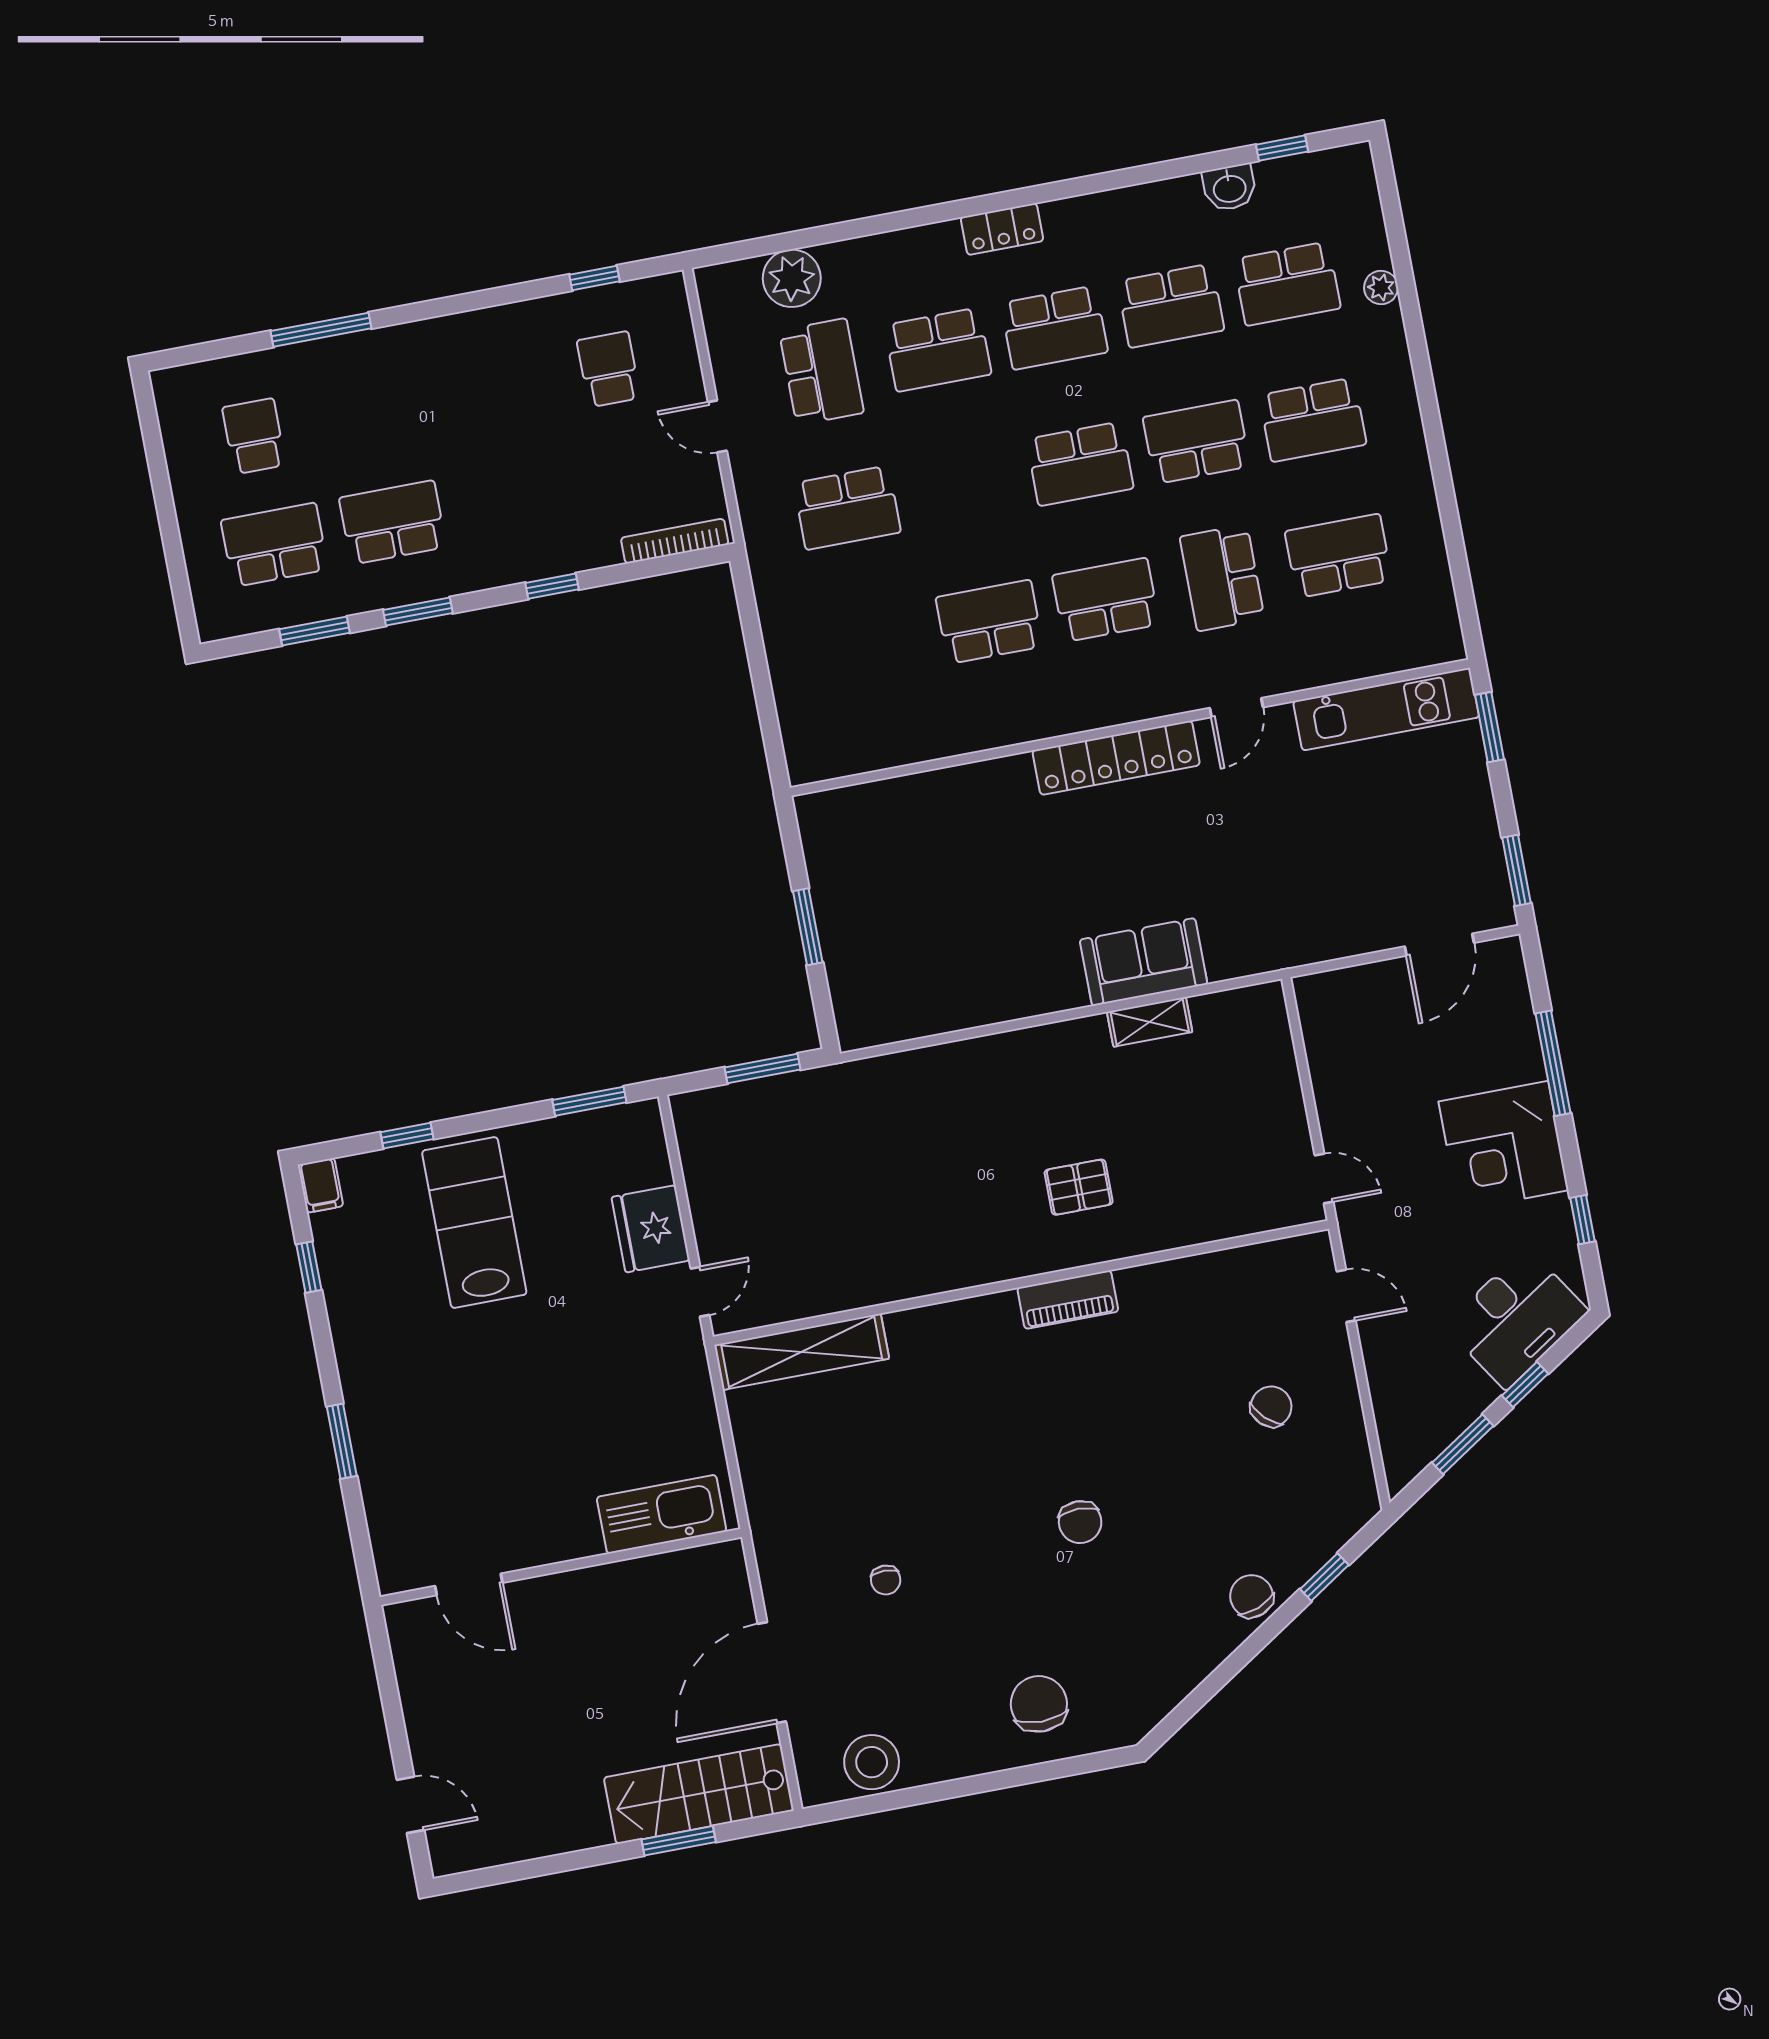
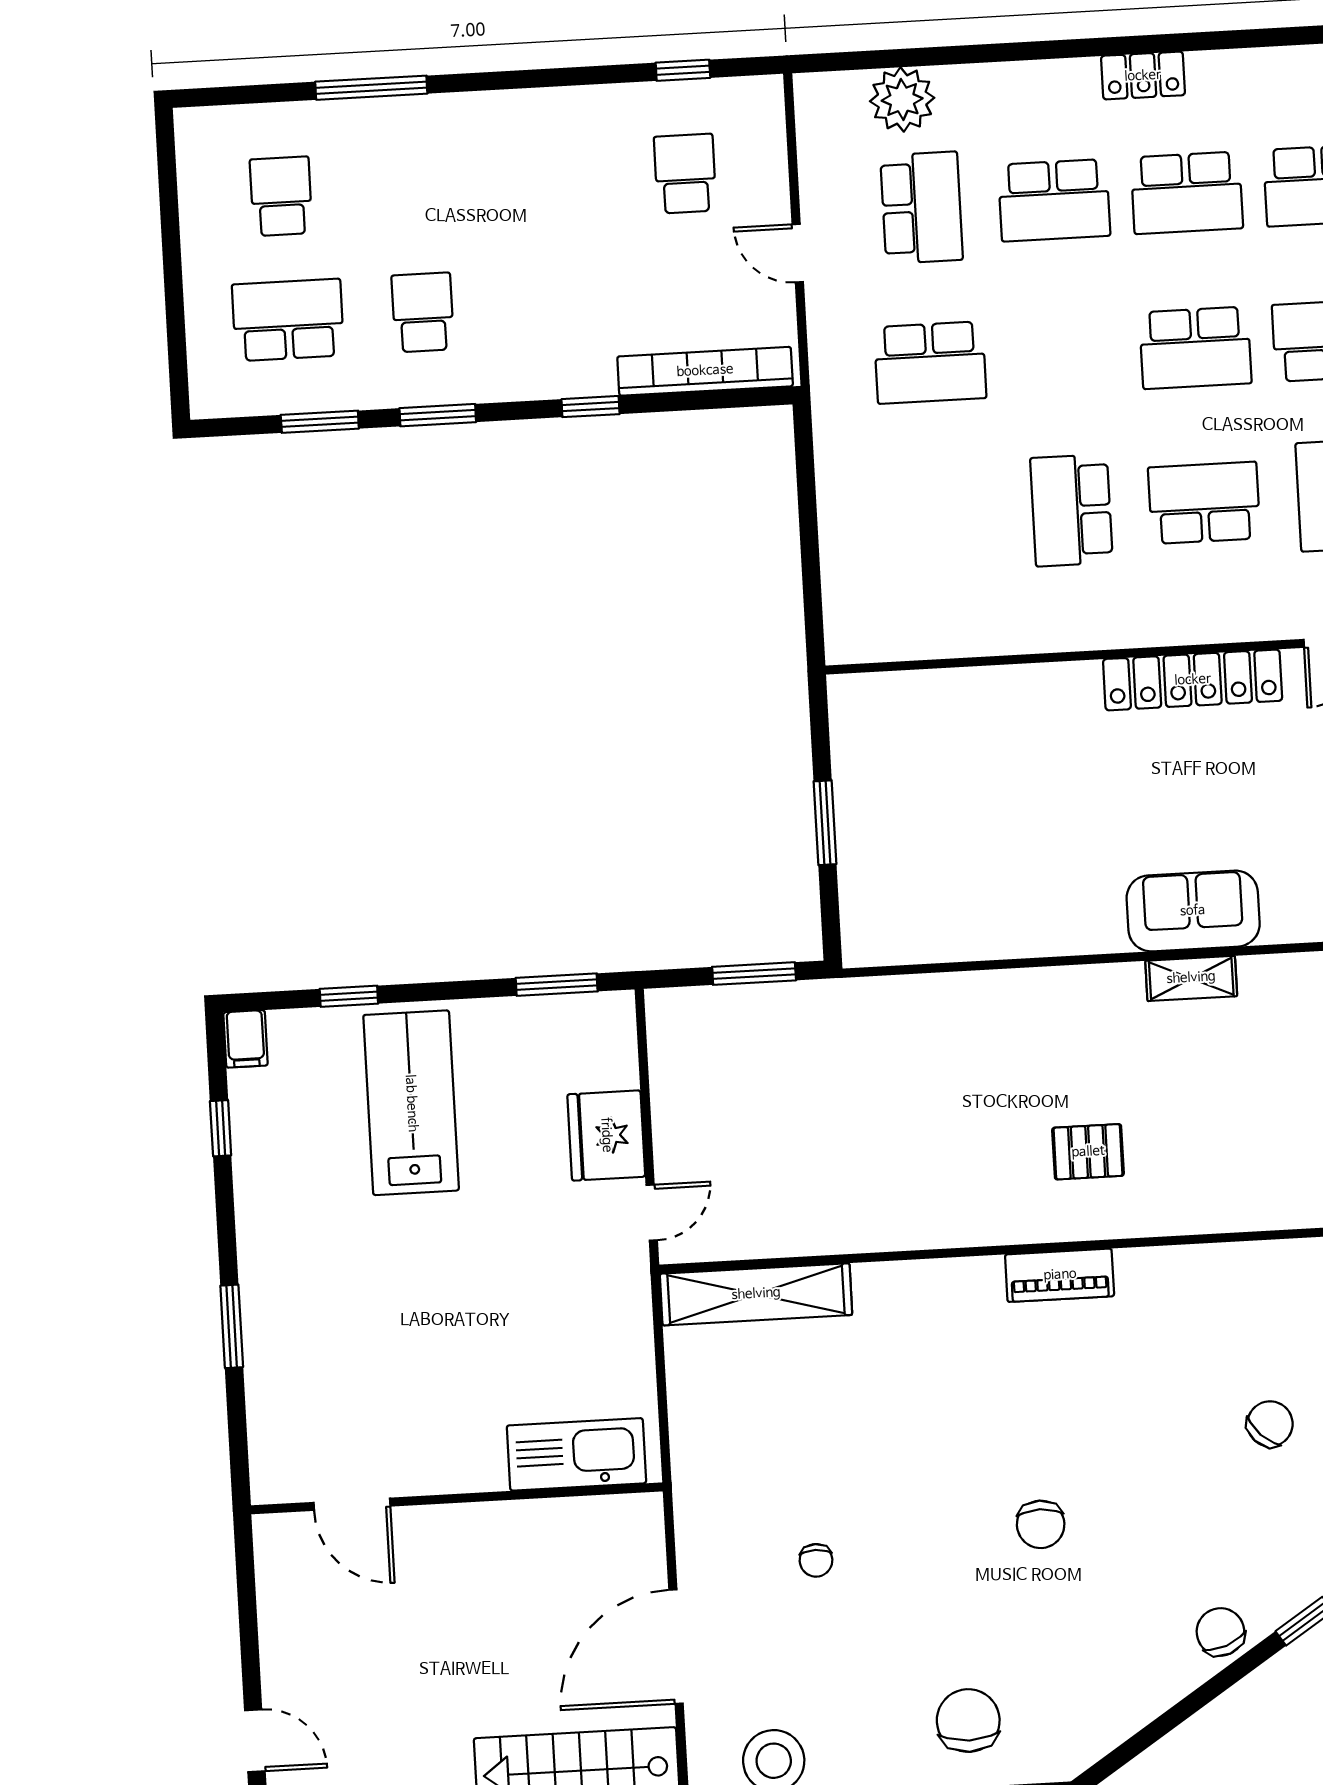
school desk: (393, 522) -> (423, 312), width x0.54
bookcase: (675, 541) -> (705, 371), width x1.48, depth x1.31
school desk: (989, 622) -> (1071, 510), turned -90

